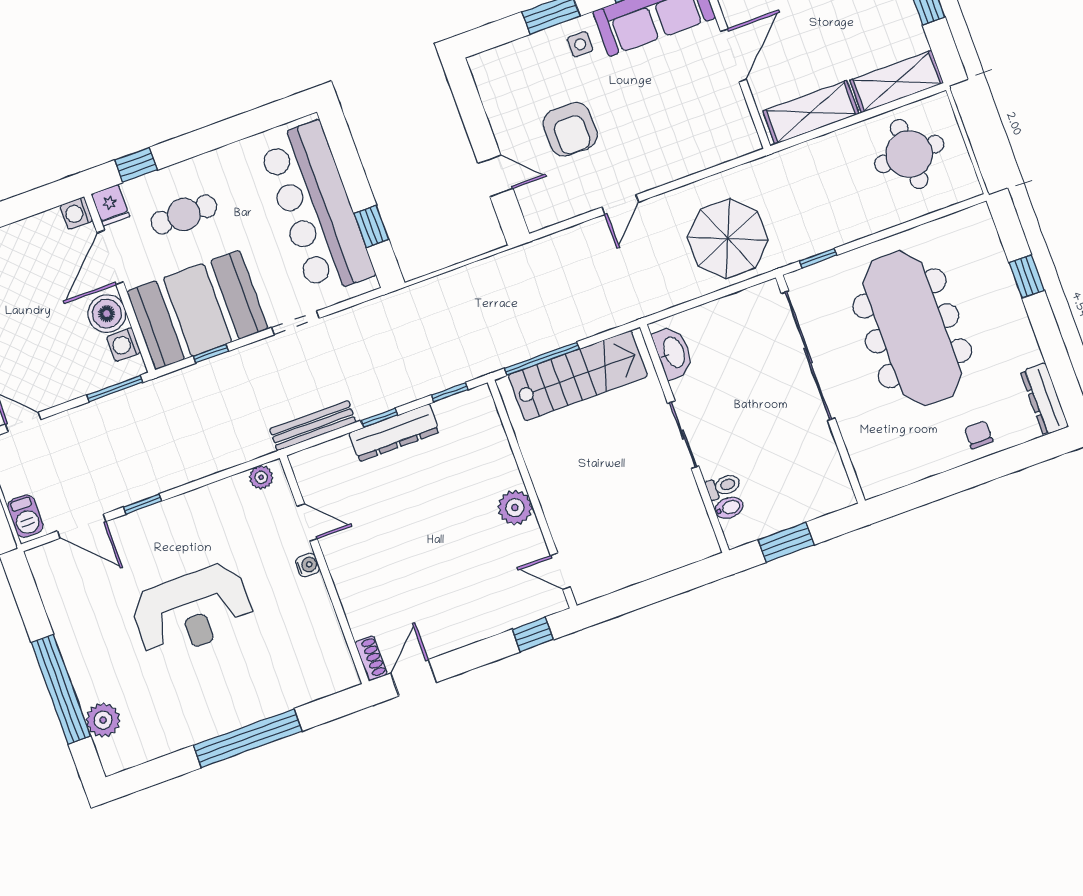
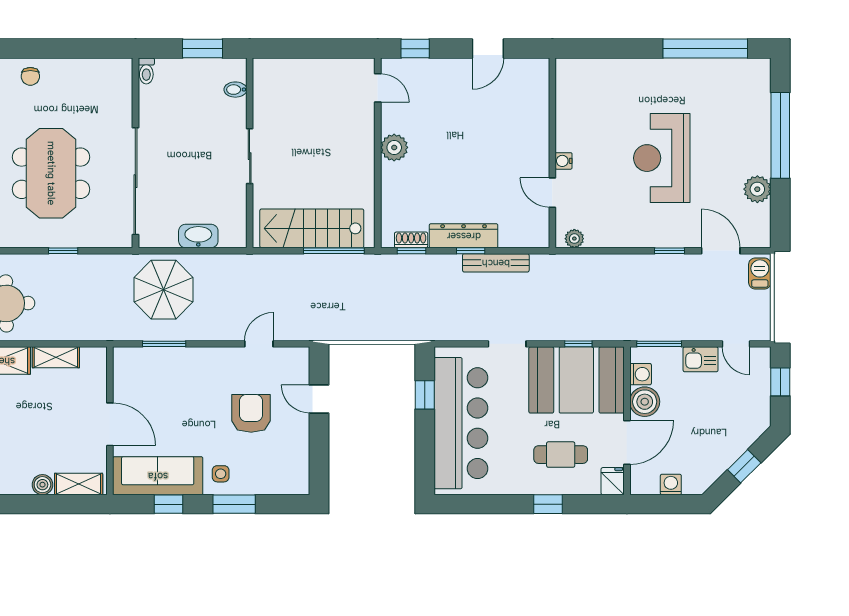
door: (733, 55) -> (110, 424), swing flipped
shelving: (811, 112) -> (56, 357), width x0.67, depth x0.75
window: (136, 165) -> (548, 504), moved
window: (704, 174) -> (164, 344), added
door: (620, 205) -> (259, 344), moved
washing machine: (76, 213) -> (671, 484), moved, turned -90
window: (818, 258) -> (63, 251), moved
meeting table: (912, 328) -> (51, 173), width x0.73
washbasin: (673, 353) -> (198, 236), moved, turned 90
kitchen sink: (59, 388) -> (701, 359), added
bench: (313, 426) -> (496, 263), moved
toilet: (723, 486) -> (146, 71), moved, turned -90
reception desk: (192, 611) -> (662, 158), turned -90
shoe rack: (371, 658) -> (411, 240), moved, turned 90
door: (414, 678) -> (488, 49), moved
plant: (103, 720) -> (757, 189), moved
window: (248, 738) -> (705, 49), moved

